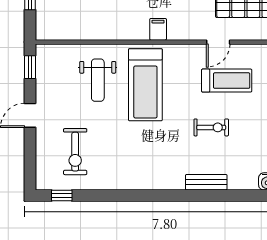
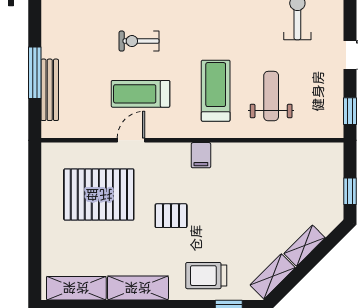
treadmill: (227, 81) -> (141, 94), moved
treadmill: (145, 85) -> (216, 91), width x0.73, depth x0.73

